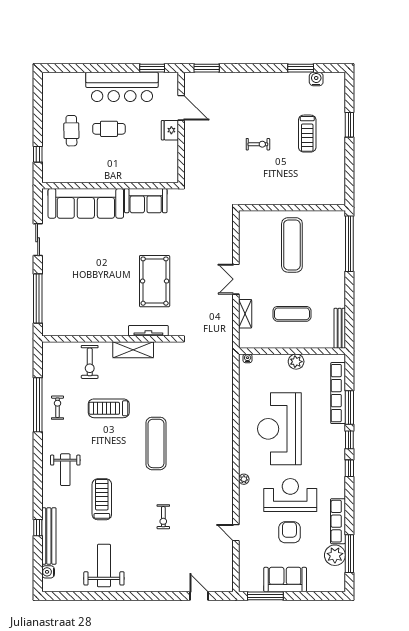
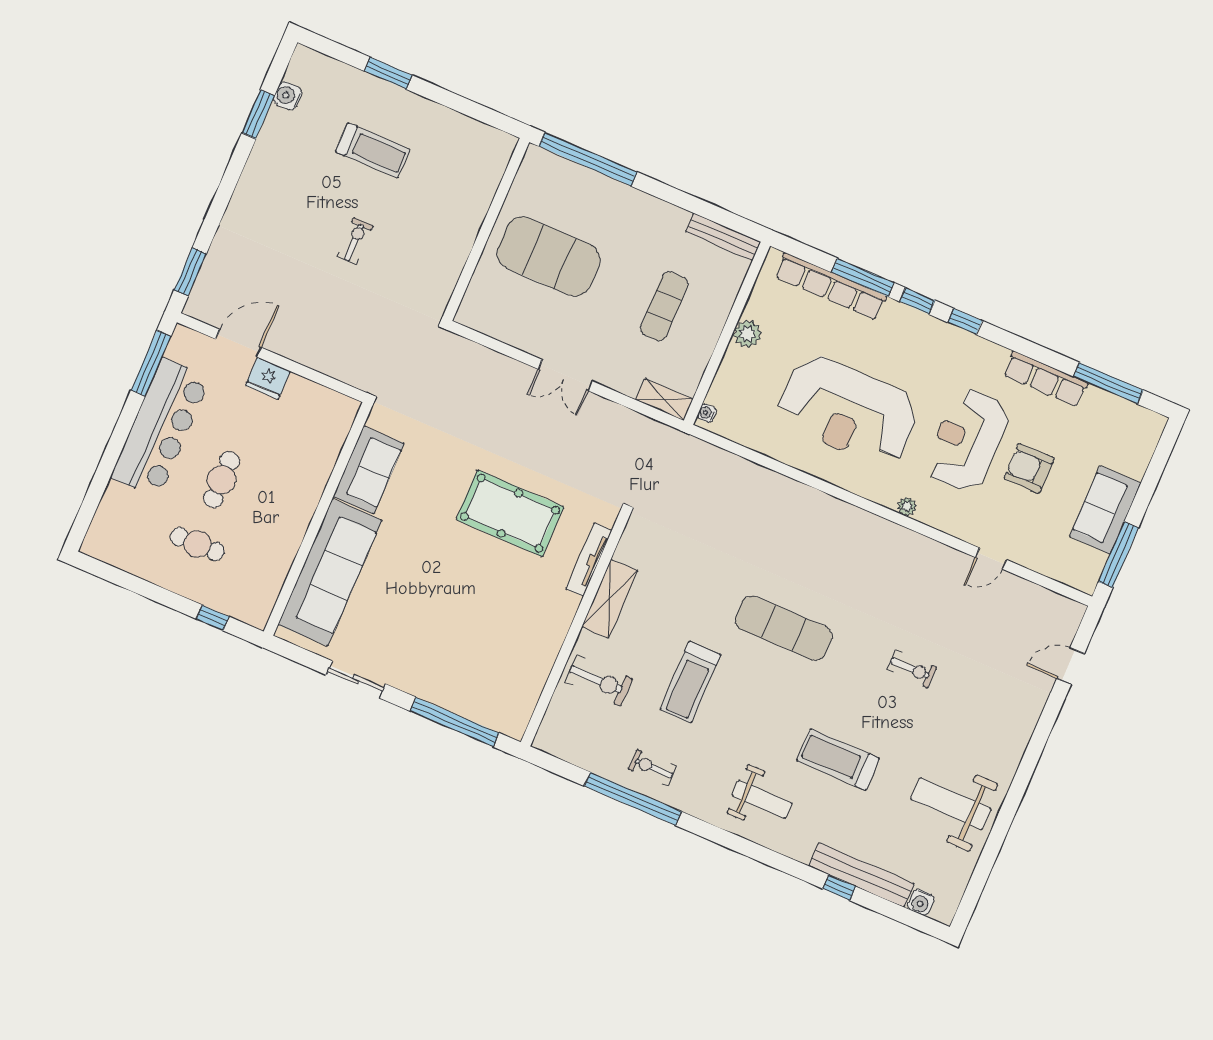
window: (152, 68) -> (151, 363), width x1.44
exercise mat: (292, 245) -> (549, 256), width x1.47
shelving: (245, 314) -> (664, 400), moved
plant: (335, 555) -> (1100, 409), removed

